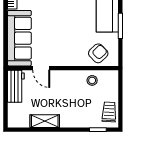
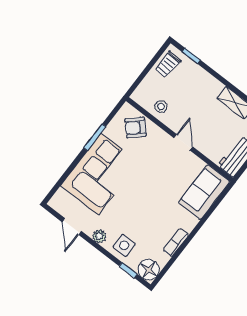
sofa: (19, 38) -> (204, 192), width x0.73
door: (41, 68) -> (183, 142), moved

